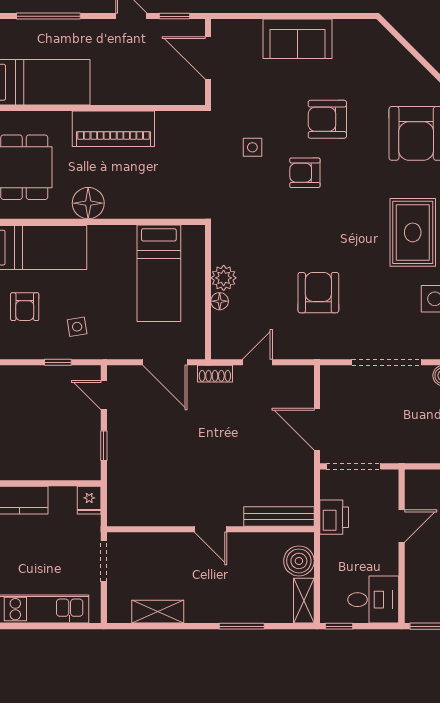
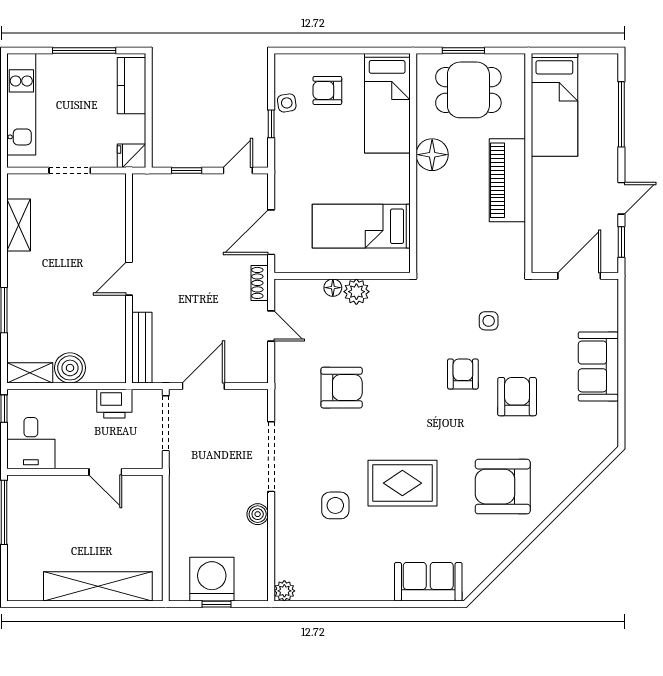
side table: (77, 327) -> (287, 103), moved
bench: (279, 517) -> (142, 348), moved
wall: (210, 529) -> (129, 278), moved
door: (211, 529) -> (129, 279), moved

